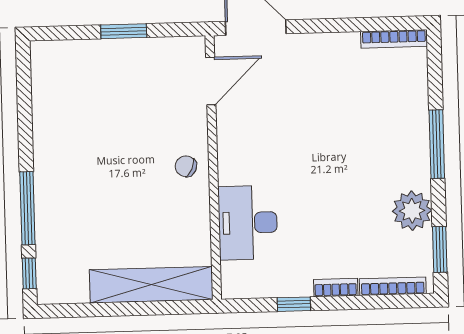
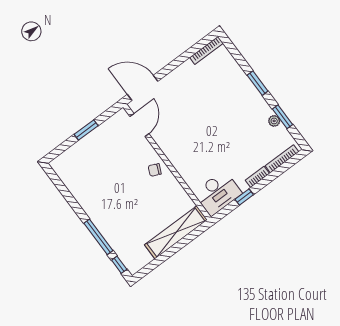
window: (437, 144) -> (258, 83), width x0.69
plant: (412, 211) -> (274, 121), width x0.53, depth x0.53
desk: (248, 223) -> (218, 193), moved, turned -90
window: (440, 249) -> (283, 117), moved

